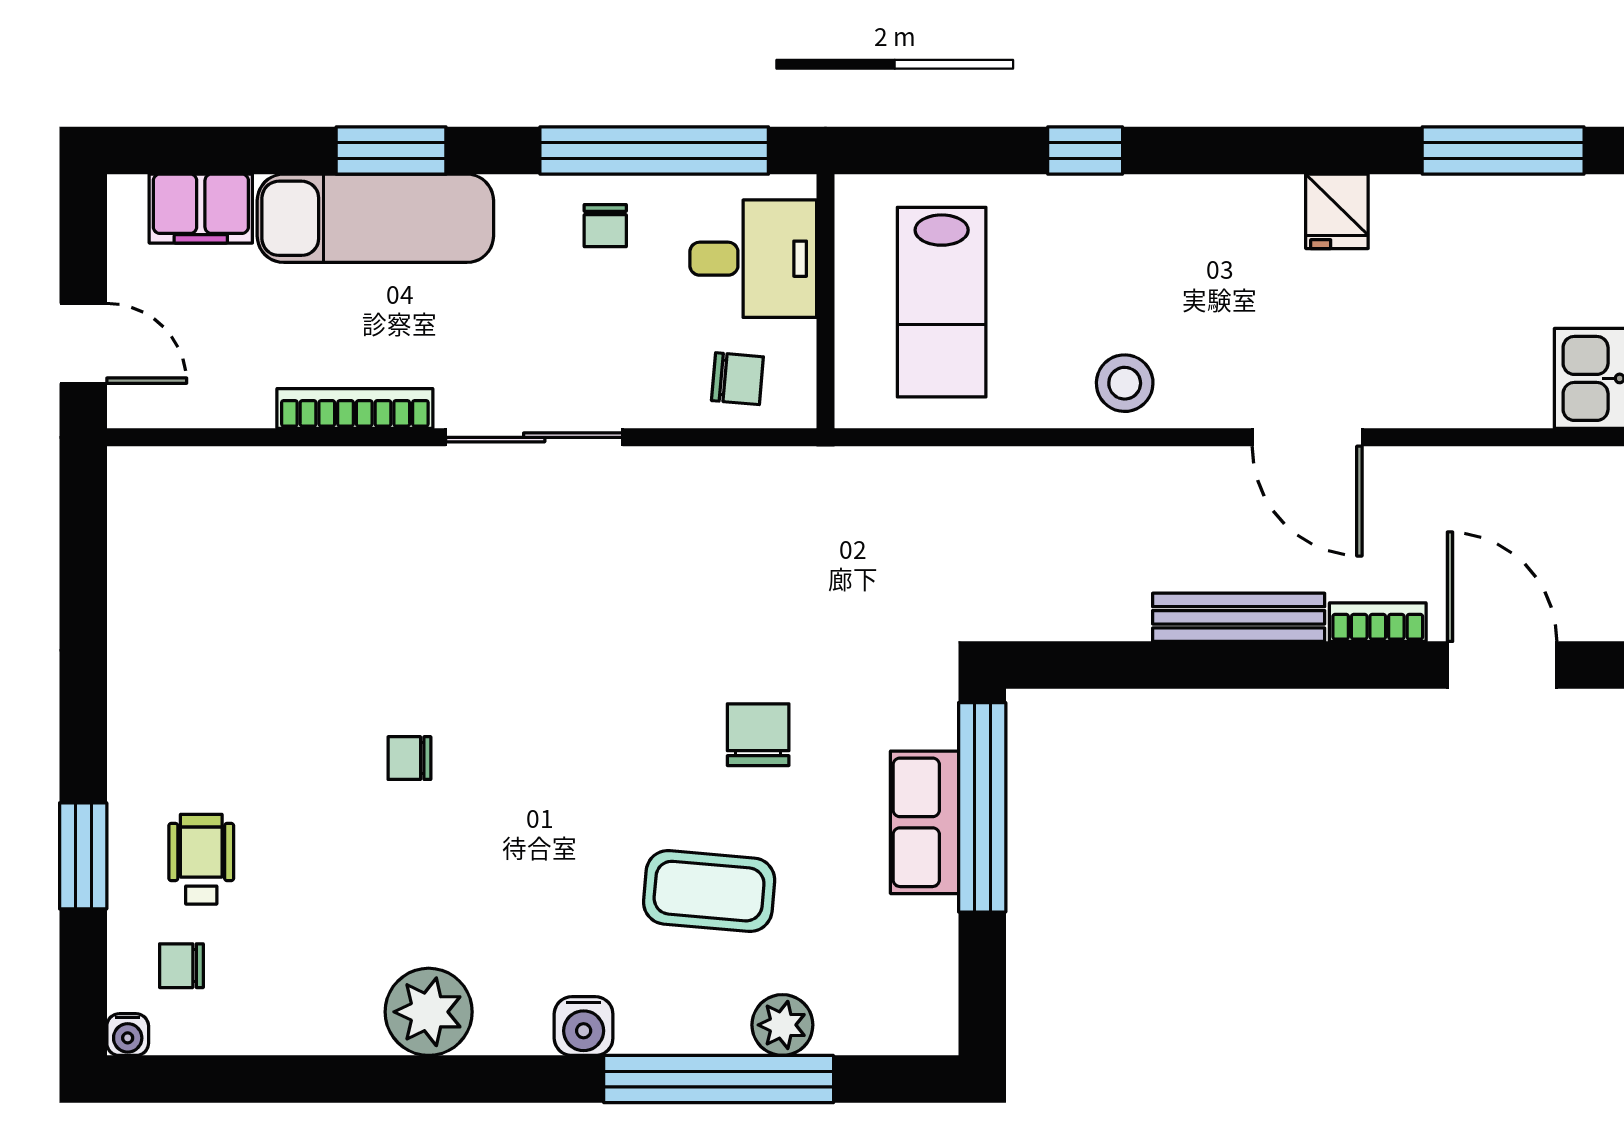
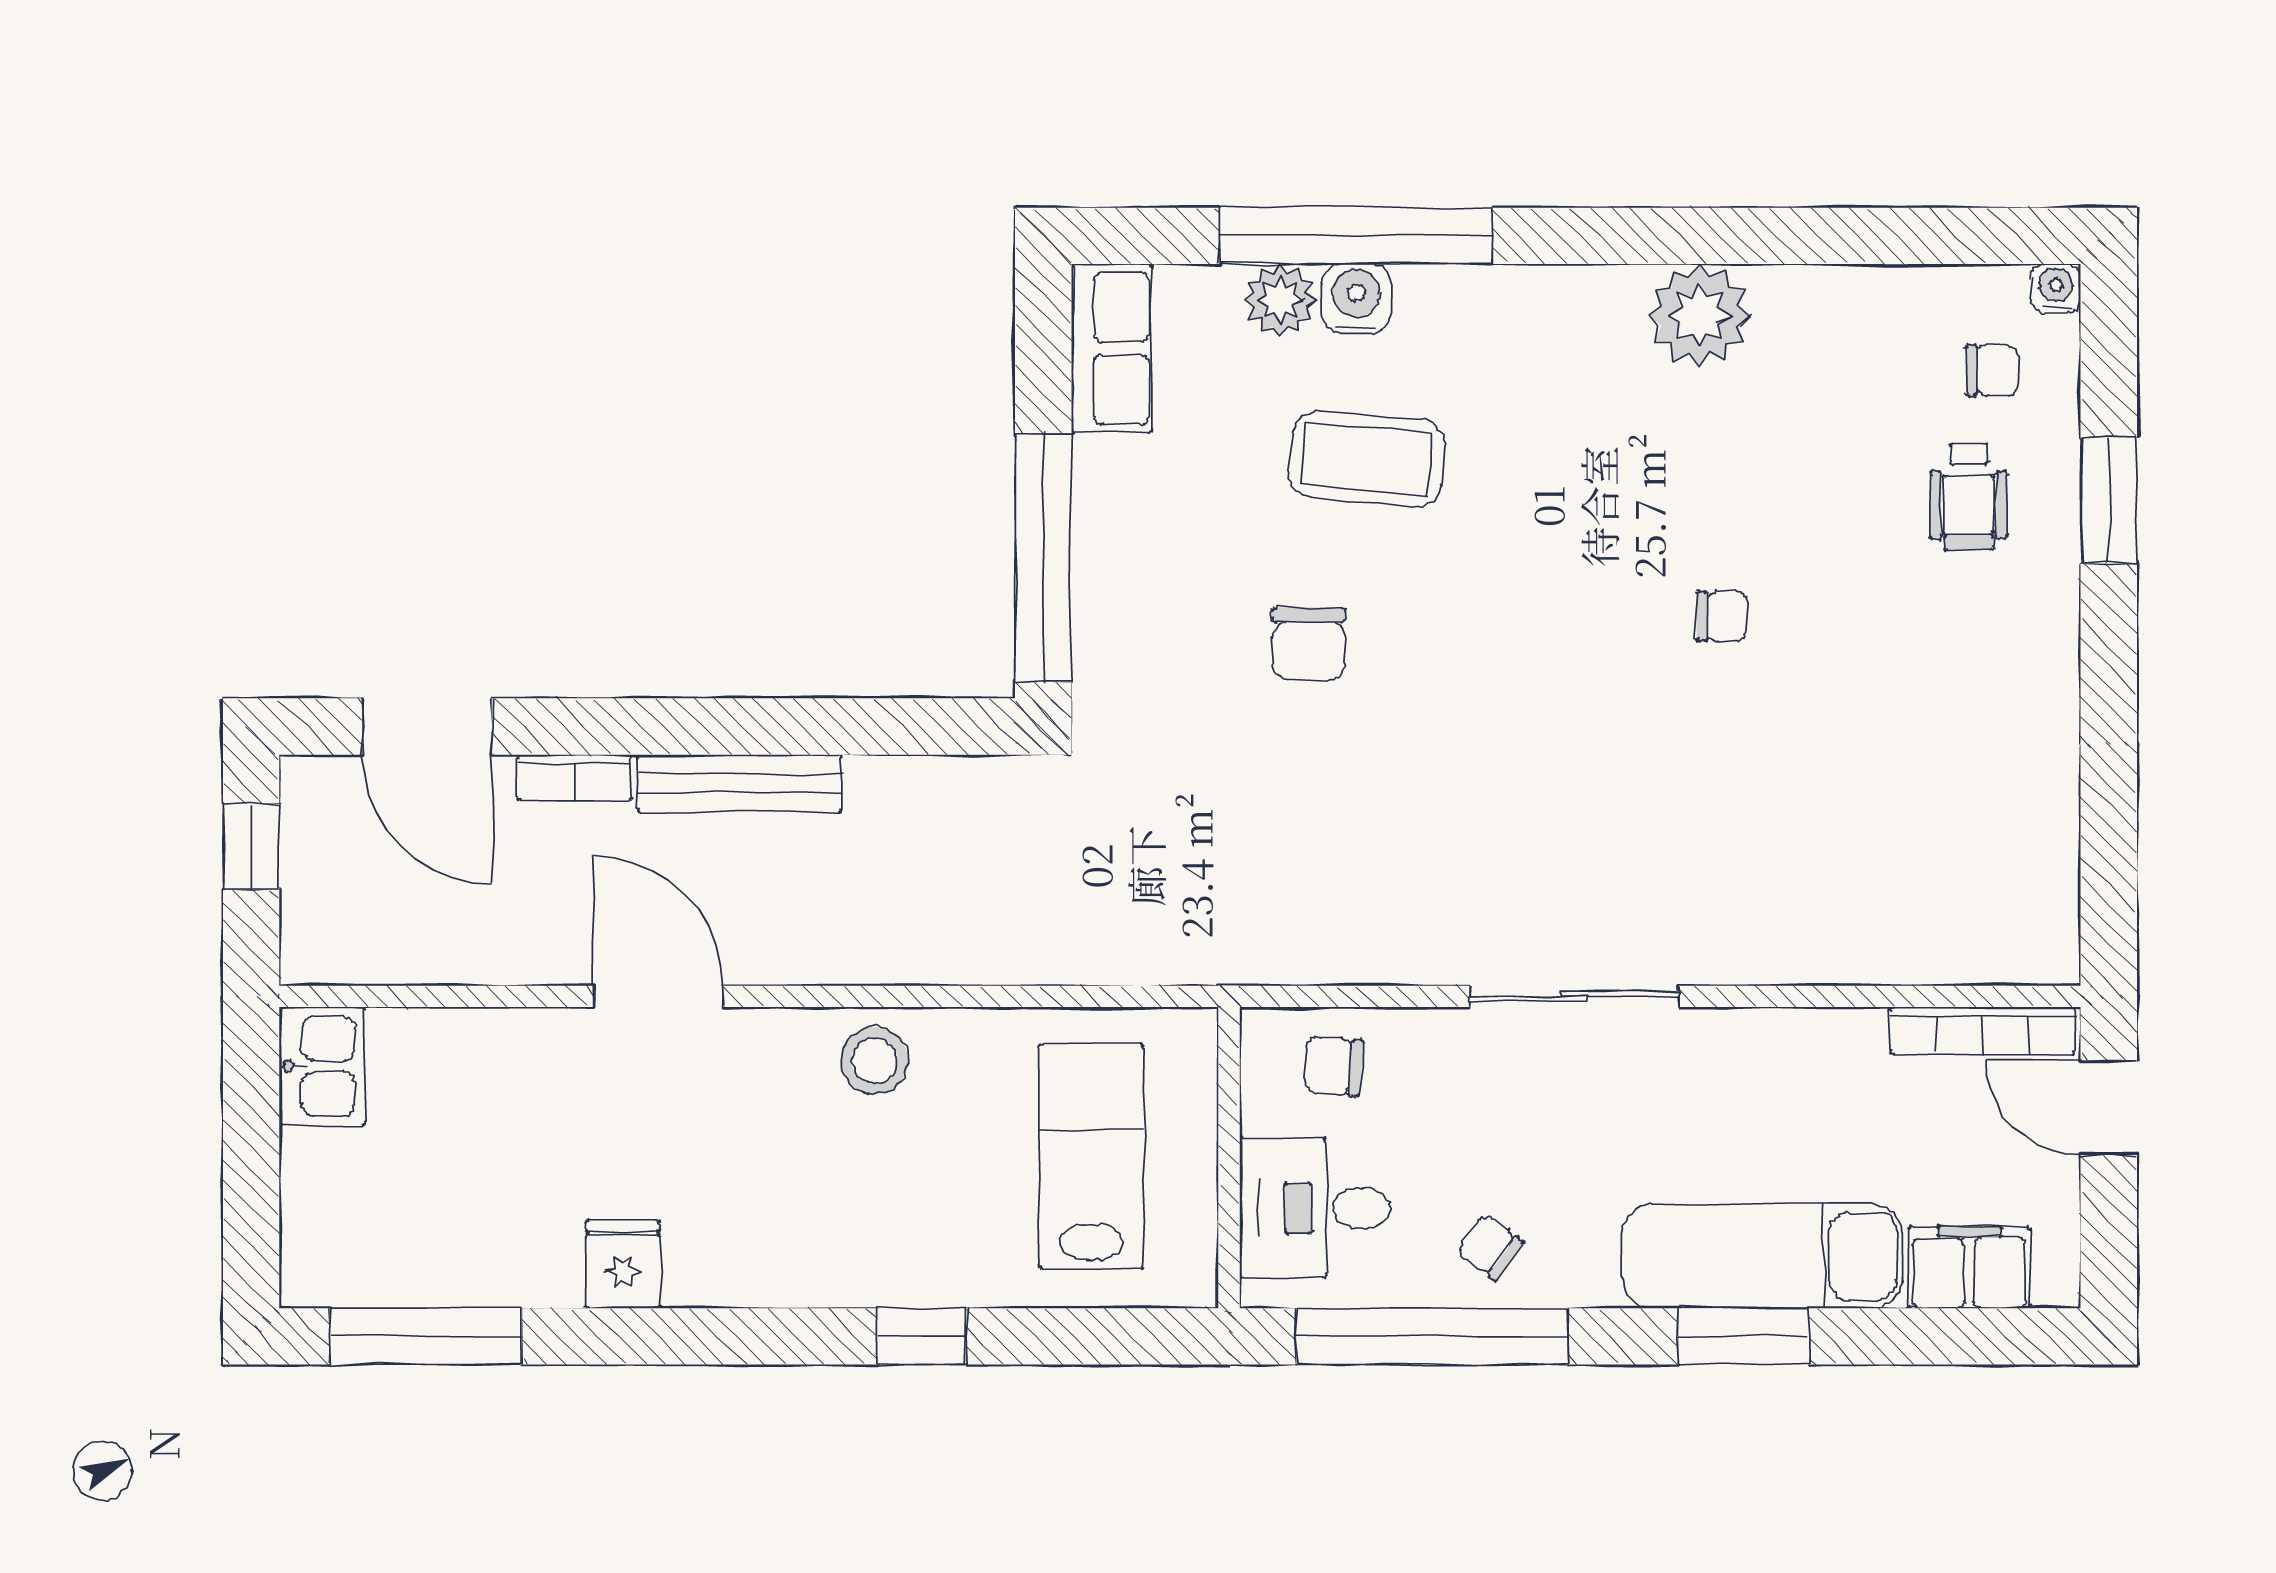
chair: (605, 226) -> (1490, 1247), turned -54
bookcase: (355, 409) -> (1982, 1031), moved
row of seats: (924, 822) -> (1112, 348), moved
water cooler: (584, 1026) -> (1356, 299), moved

